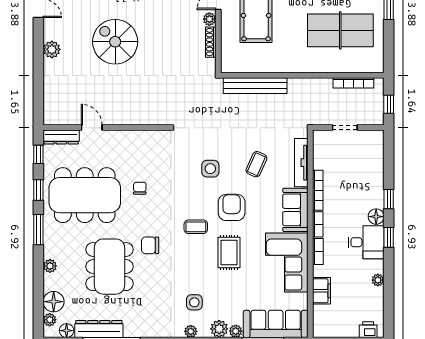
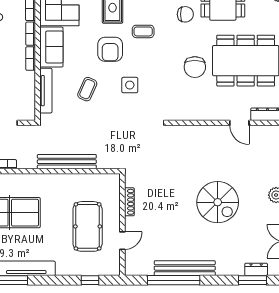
plant: (209, 19) -> (131, 223), removed
bench: (255, 86) -> (67, 162), moved
chair: (140, 188) -> (195, 67), width x1.87, depth x1.87
bookcase: (318, 190) -> (31, 59), width x0.64

